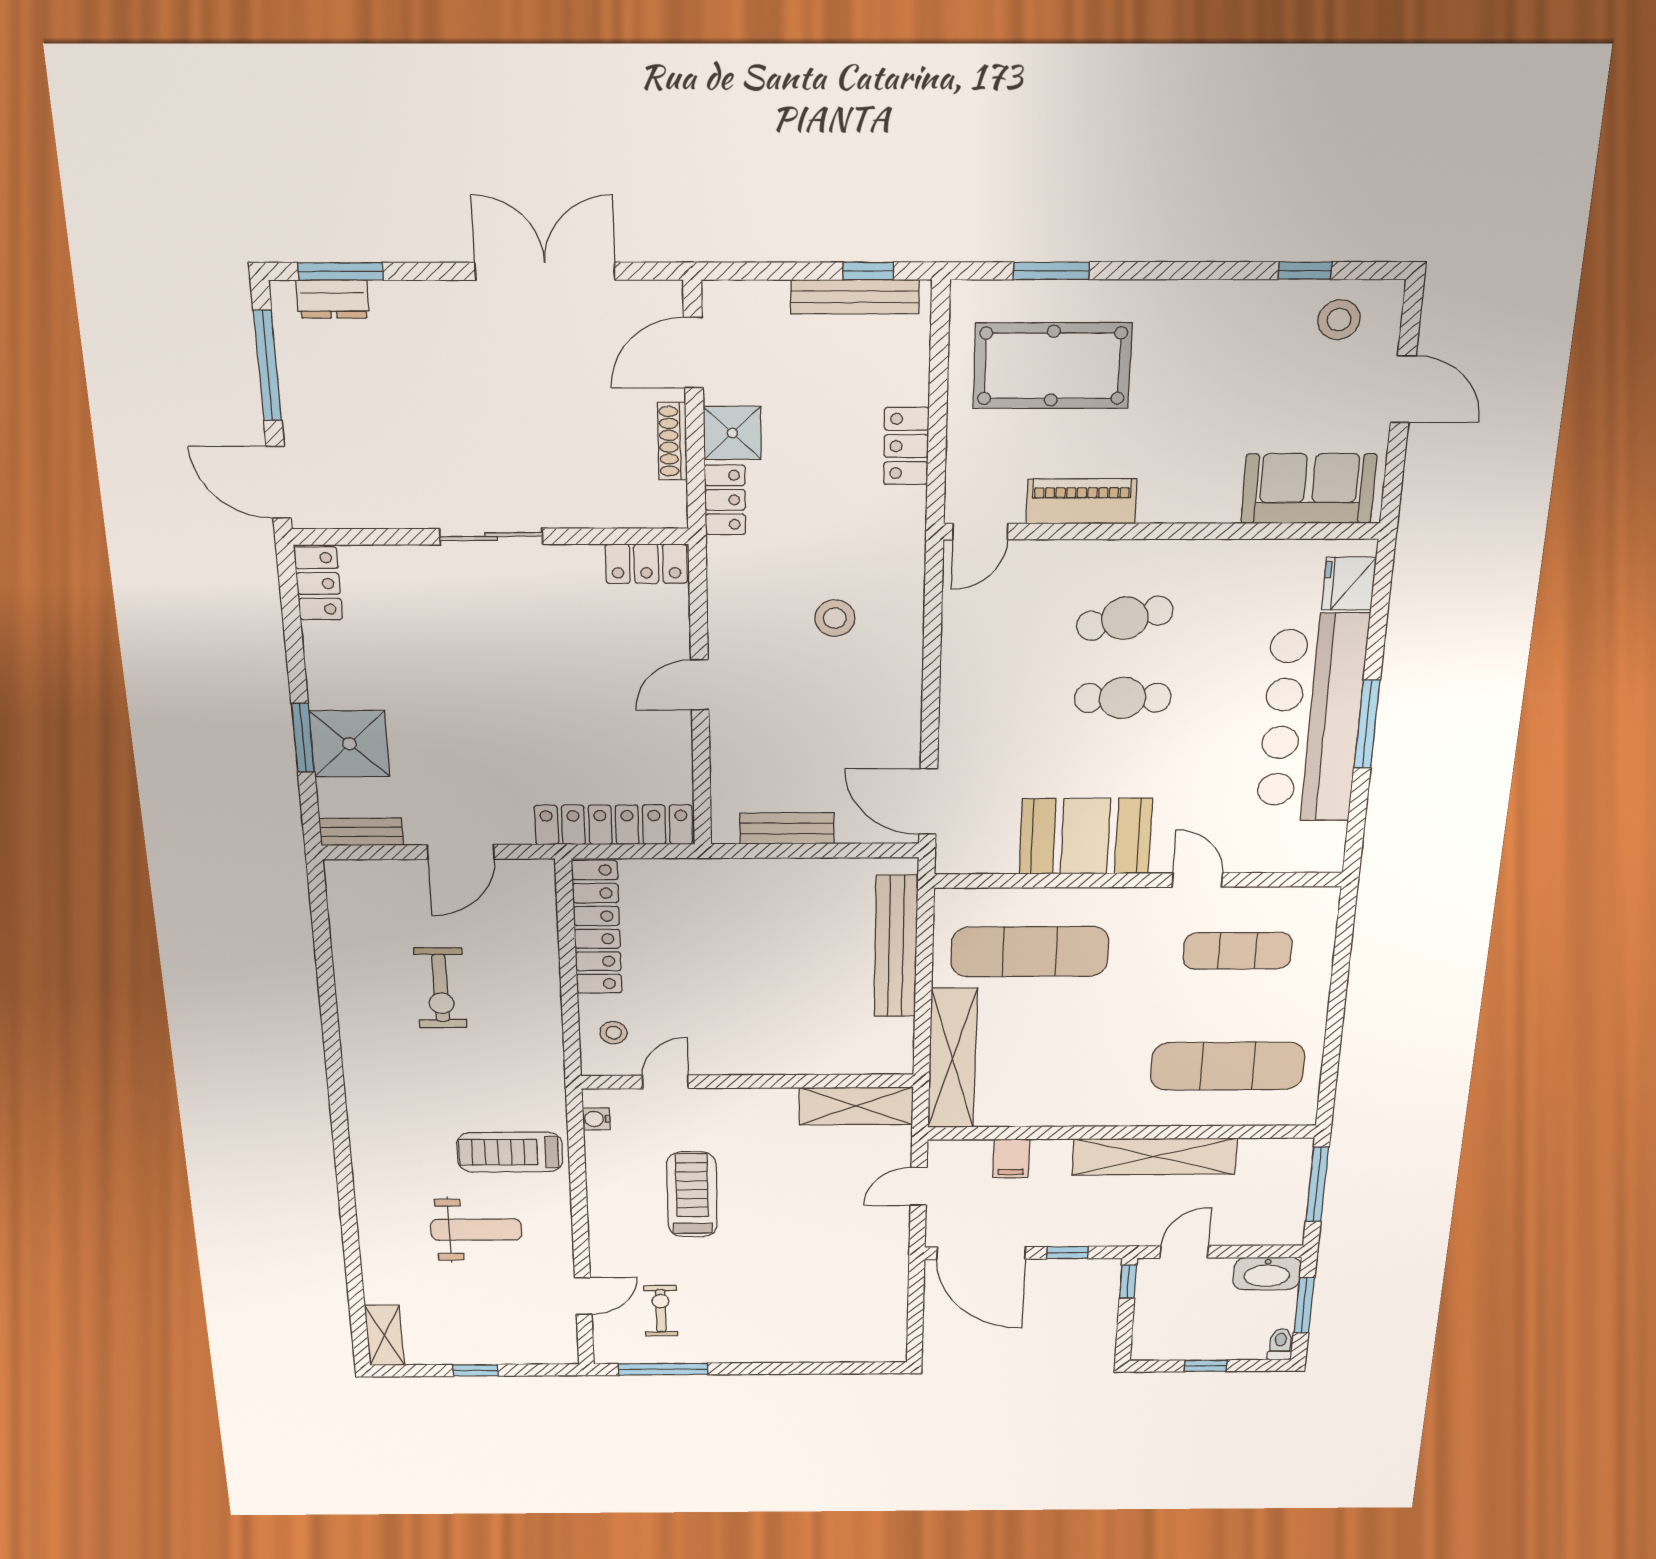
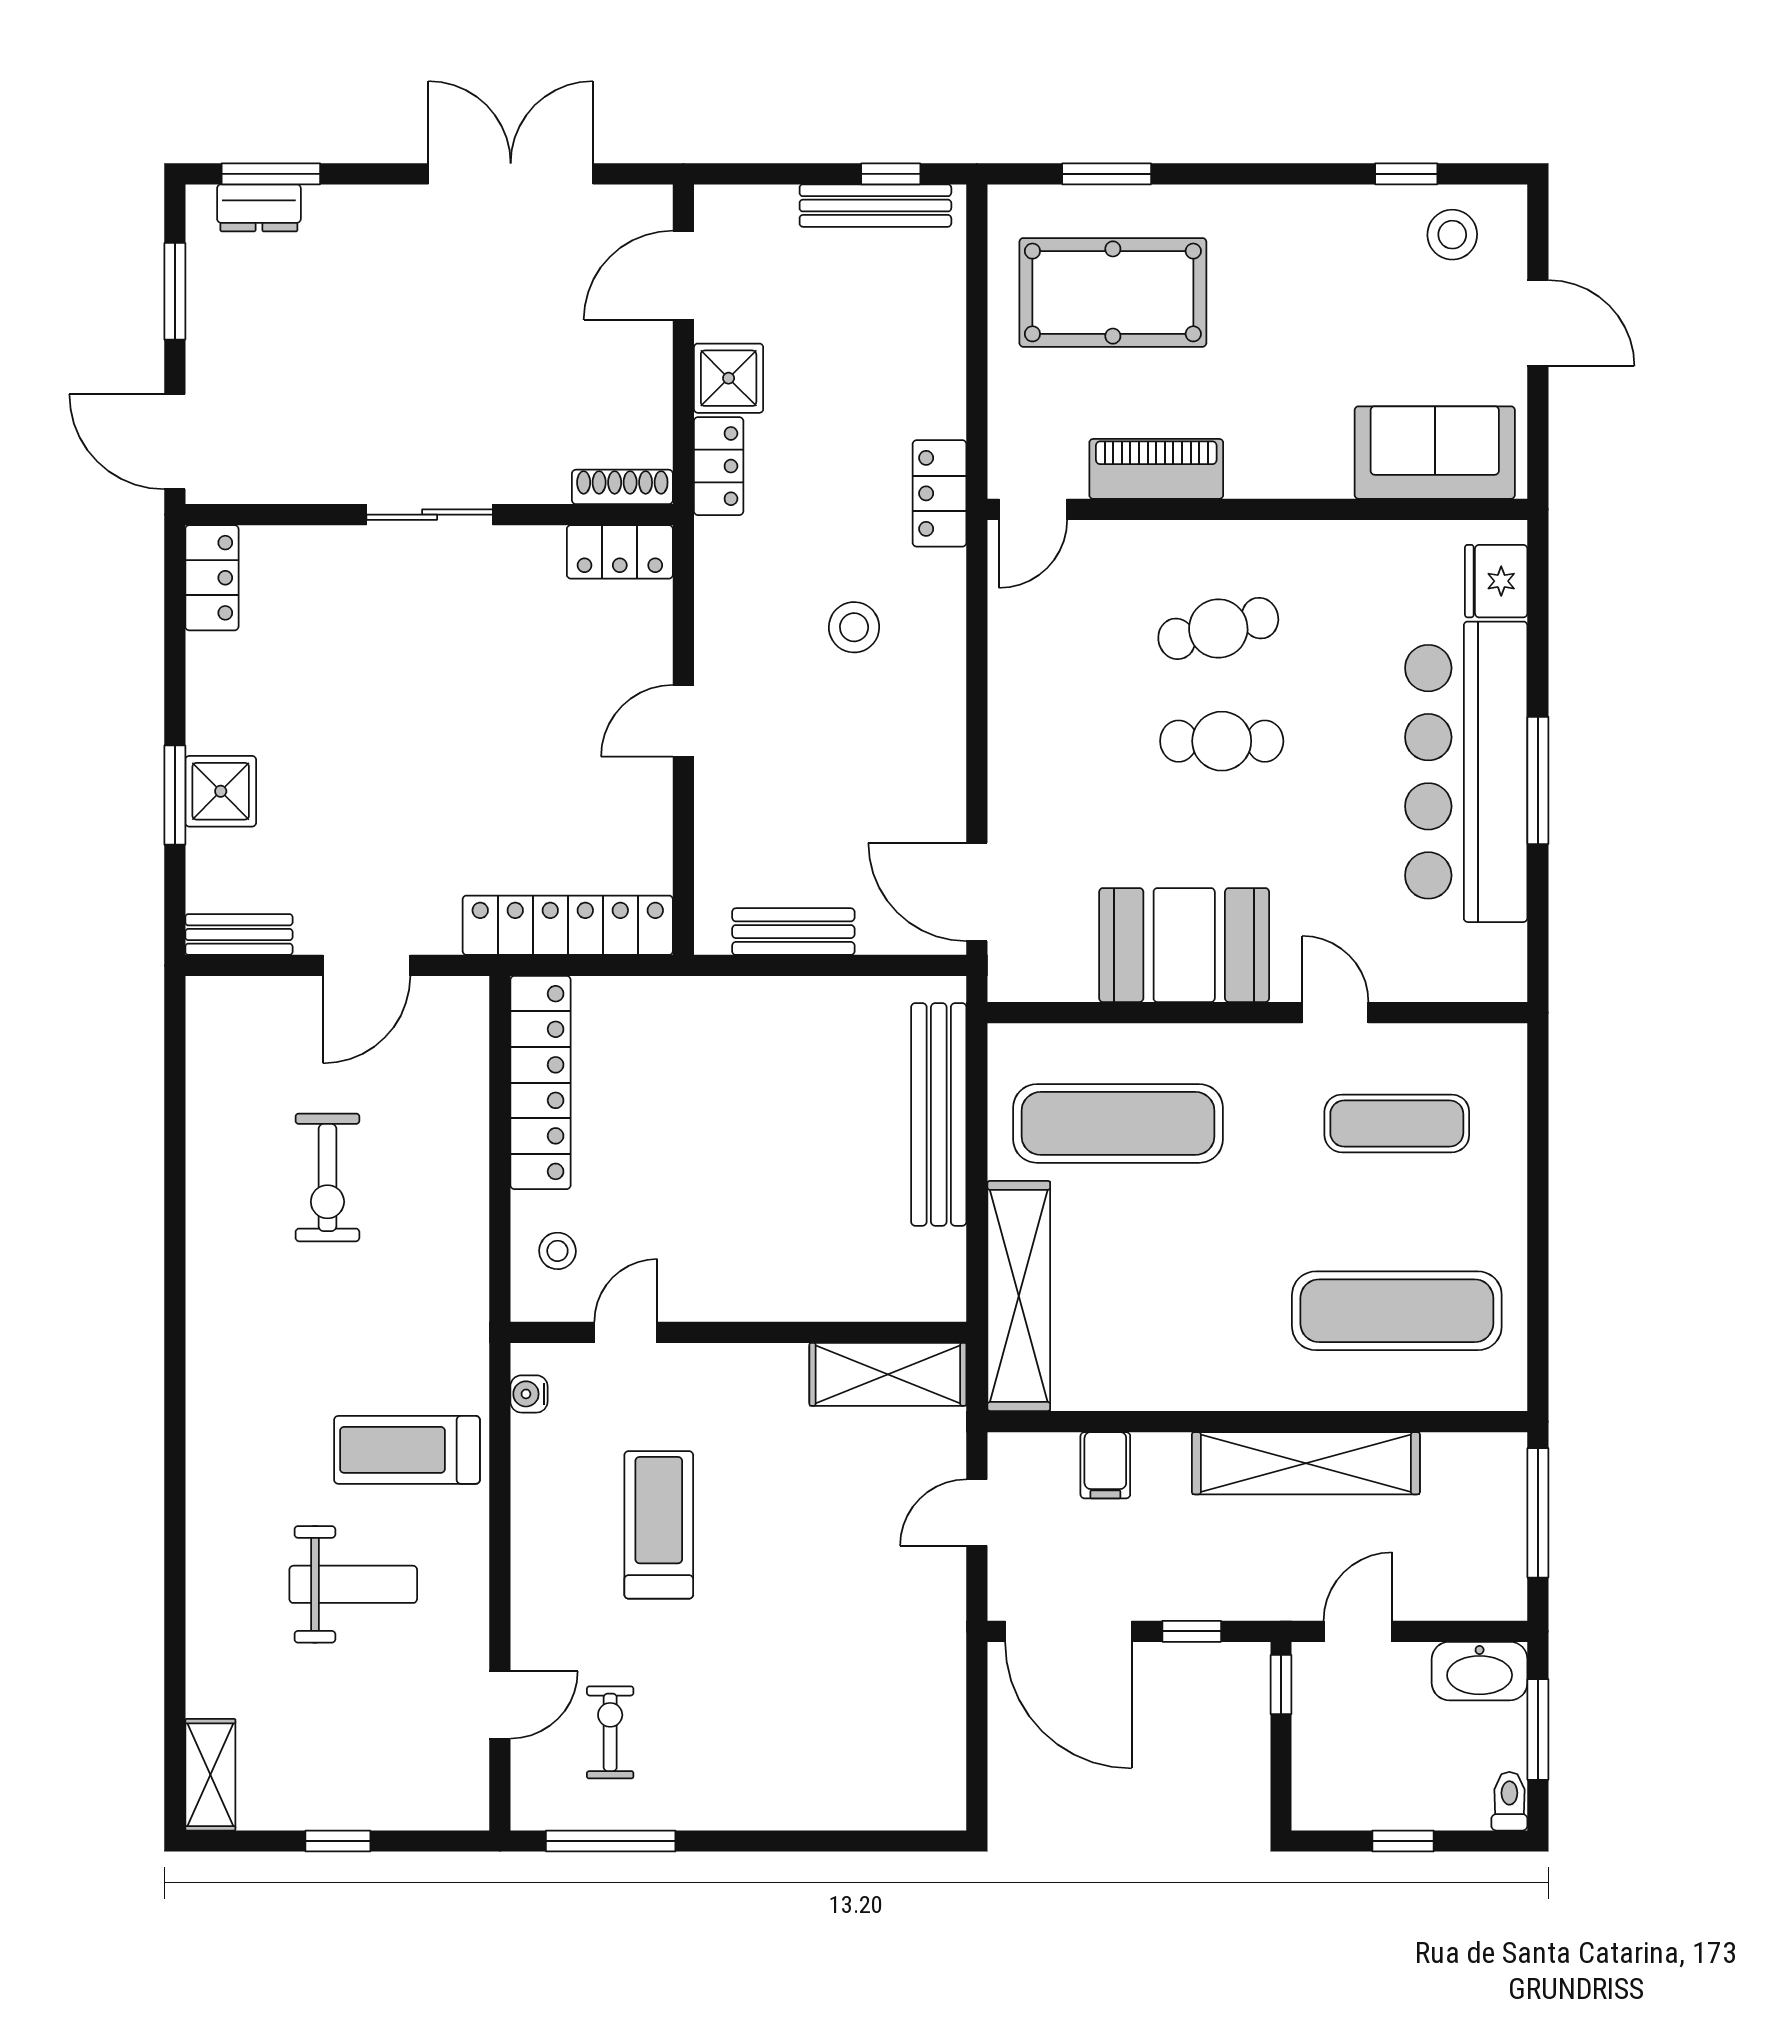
window: (268, 366) -> (175, 291), width x0.69
shoe rack: (672, 441) -> (622, 487), moved, turned 90
locker: (906, 446) -> (940, 493), moved
shower: (349, 744) -> (221, 791), width x0.73, depth x0.73

